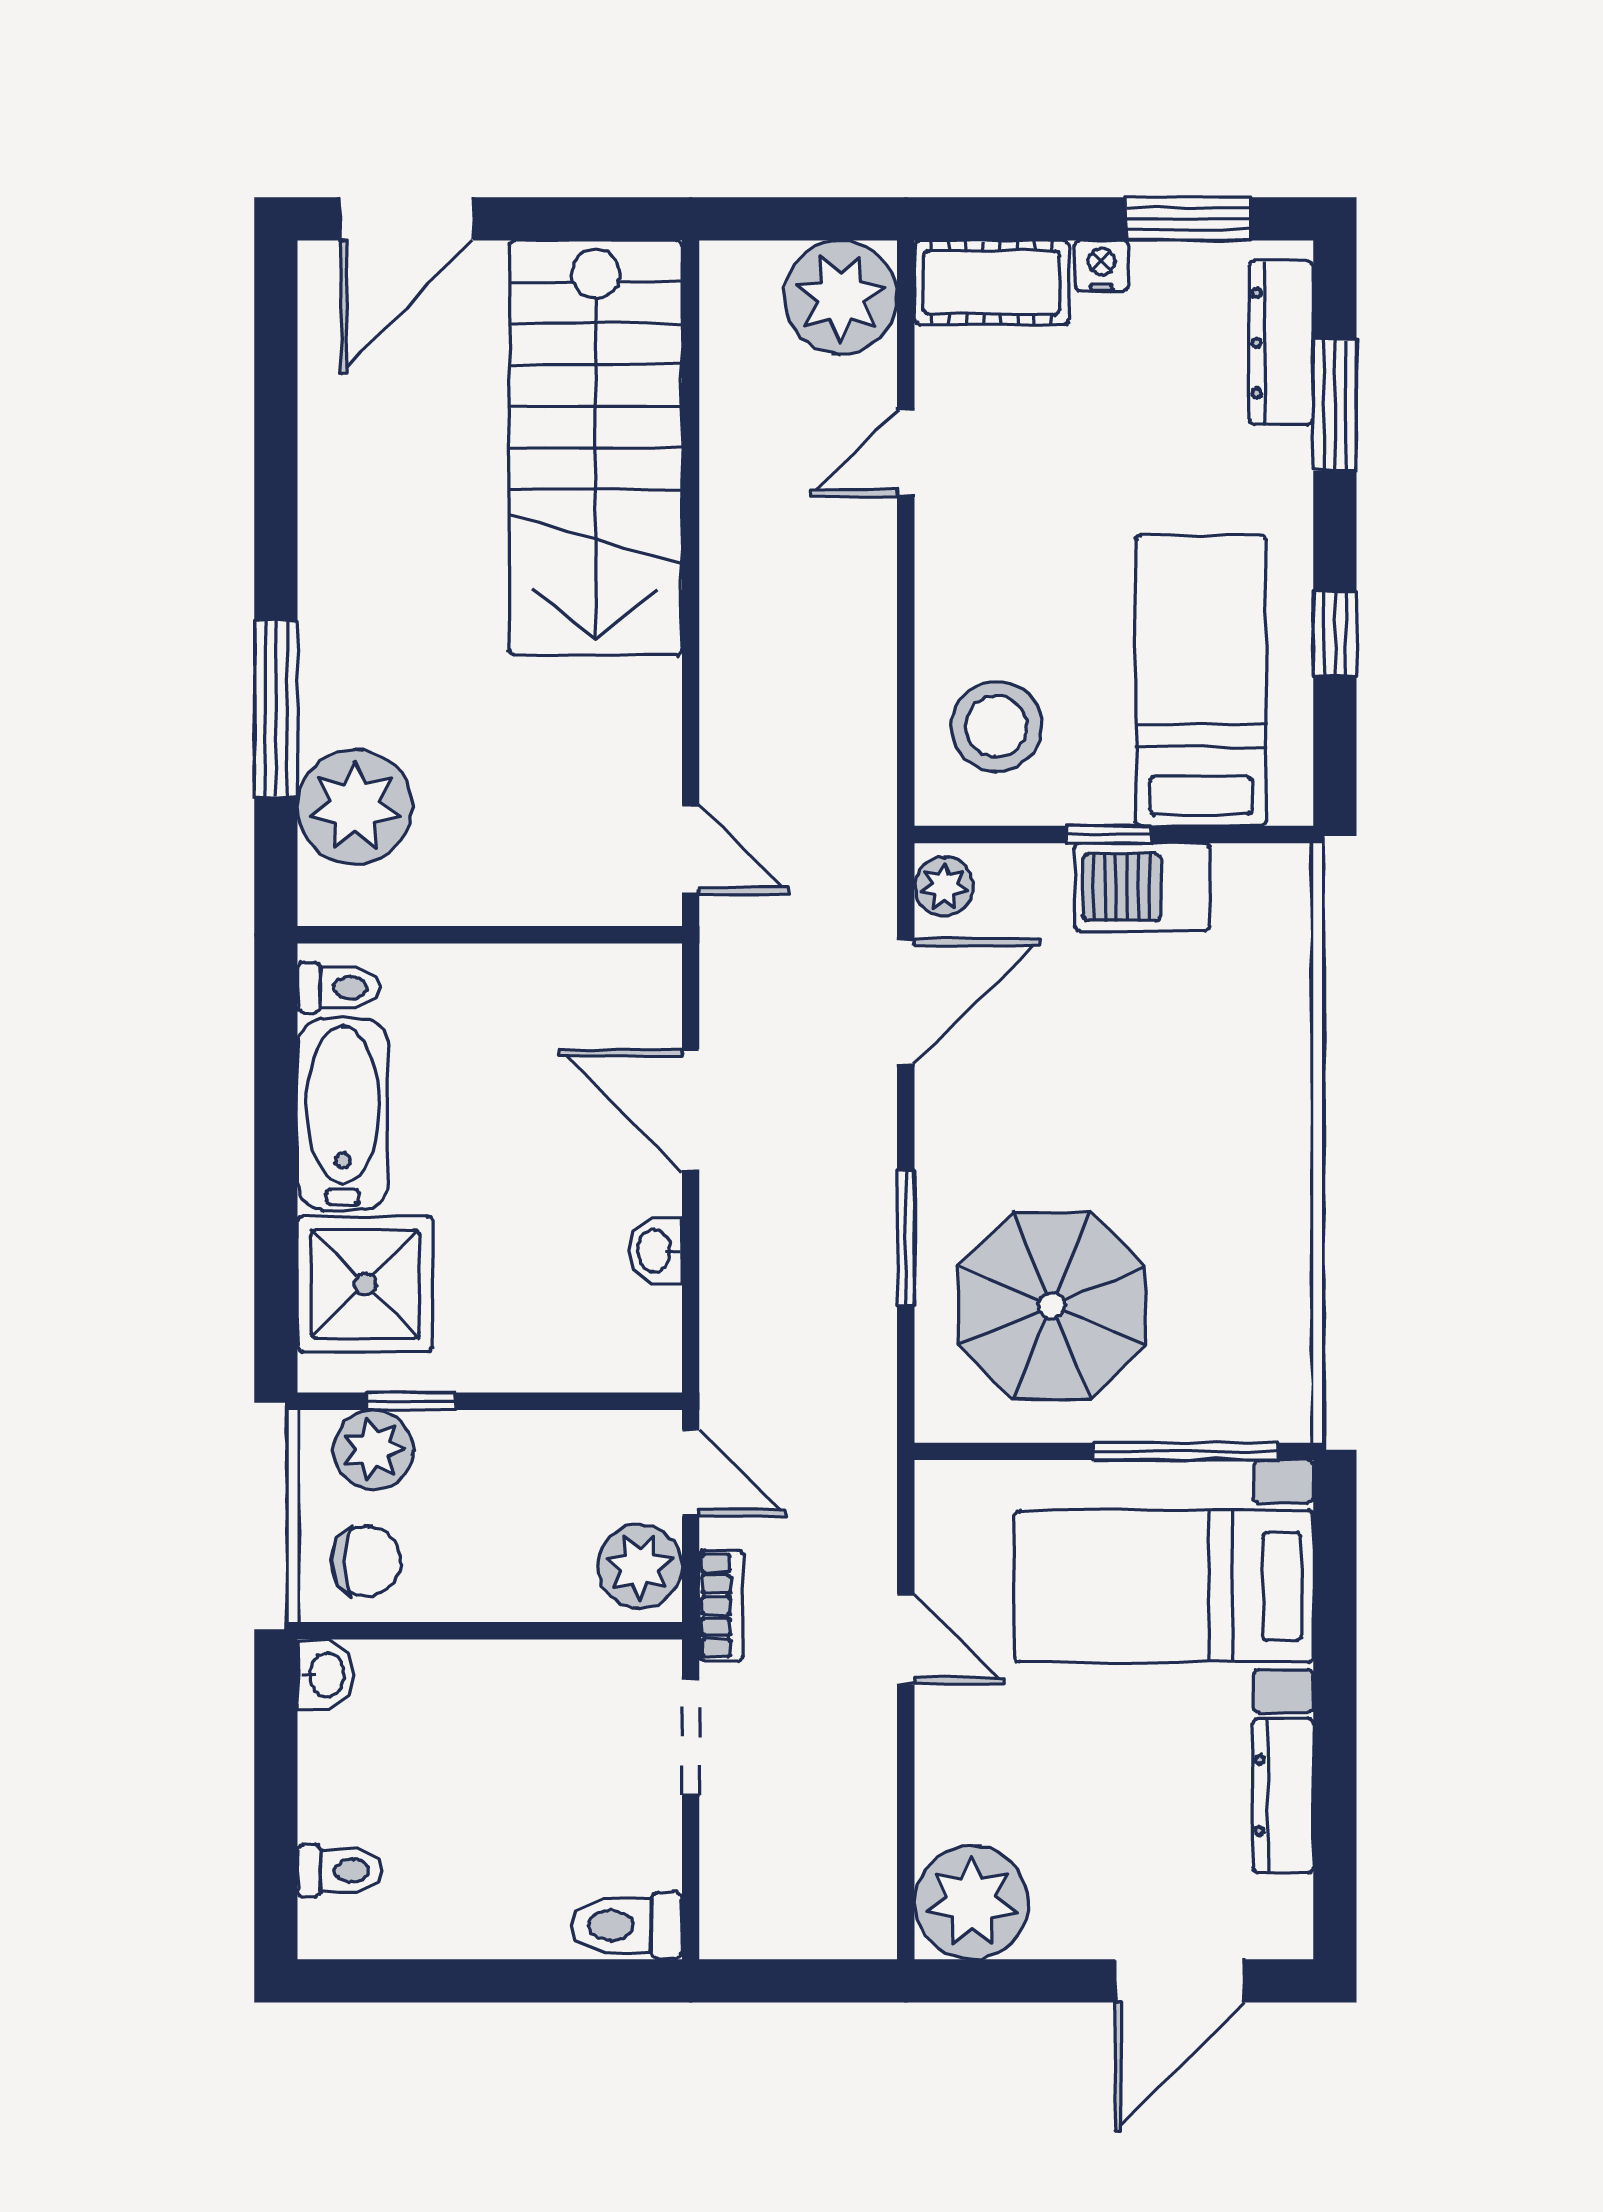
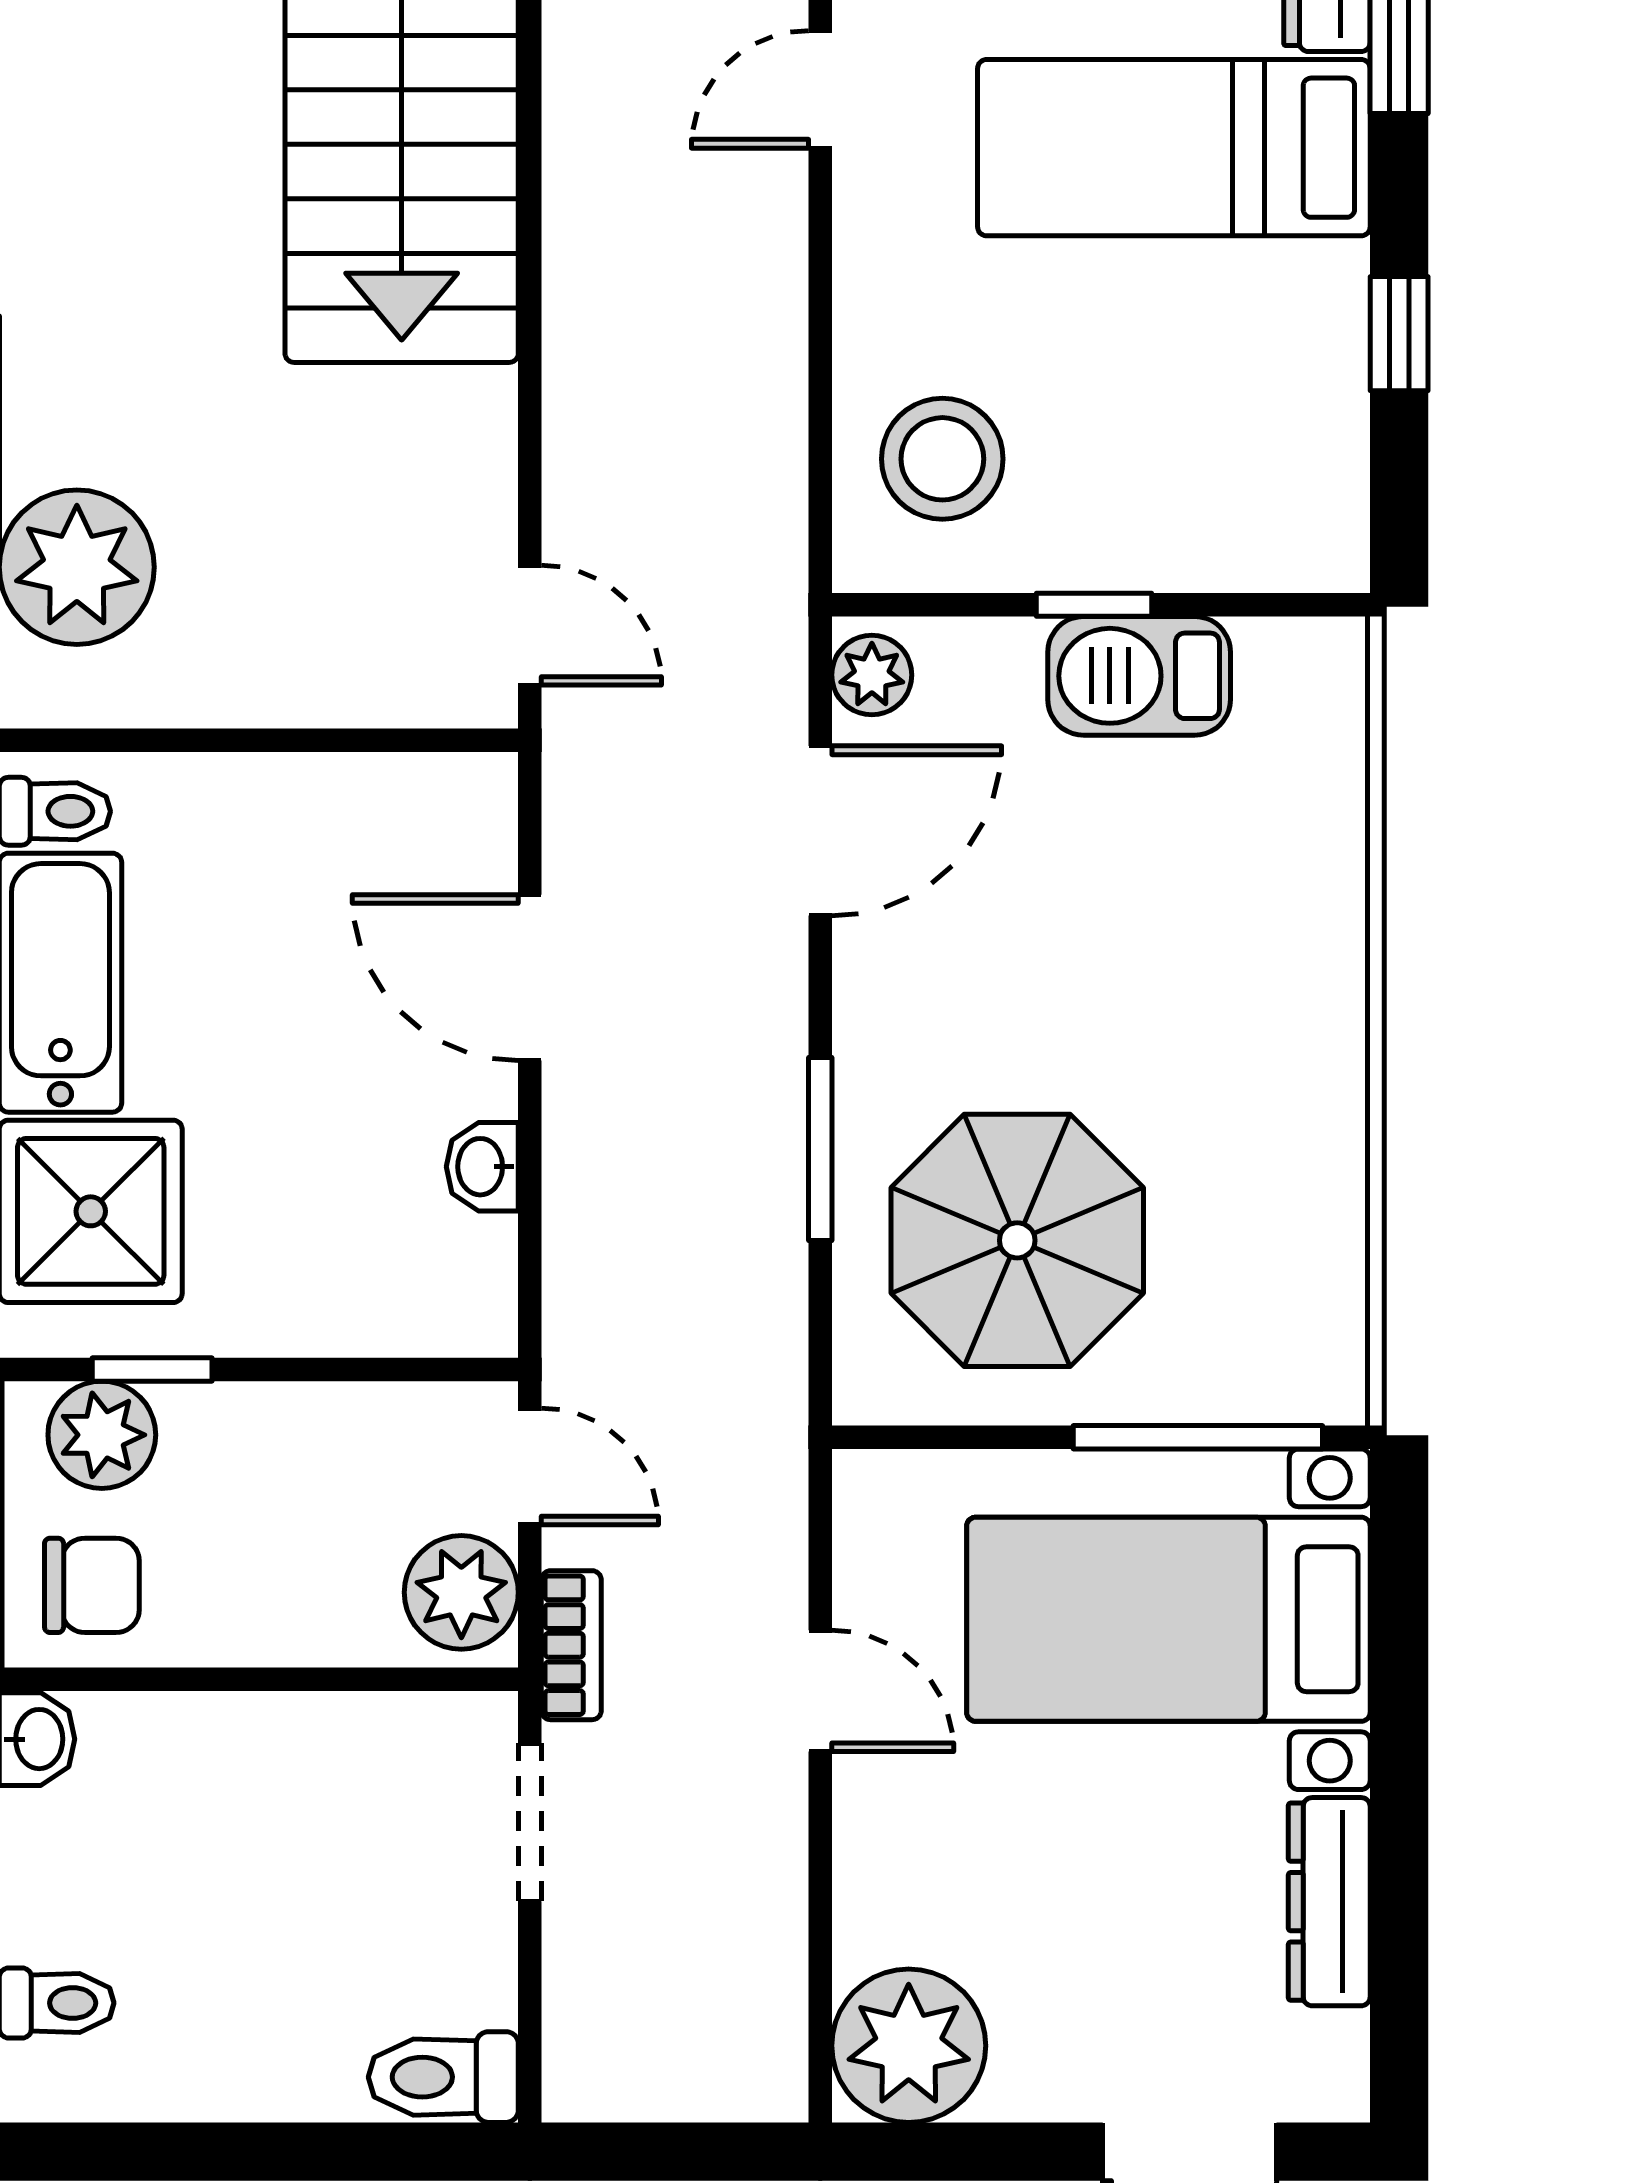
bed: (1201, 680) -> (1174, 148), moved, turned -90

